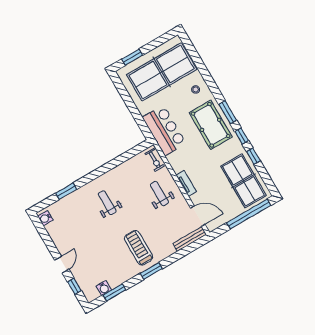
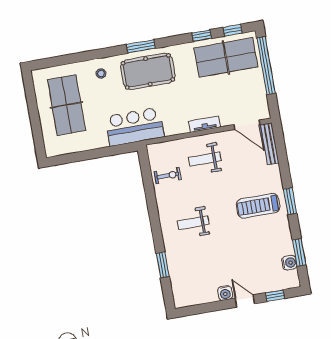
window: (132, 57) -> (37, 133), removed
table tennis table: (162, 72) -> (67, 105), width x0.73, depth x0.76
window: (242, 136) -> (233, 30), moved
exercise bike: (155, 160) -> (168, 176), moved
door: (198, 216) -> (247, 125), swing flipped
water cooler: (45, 218) -> (225, 293), moved

